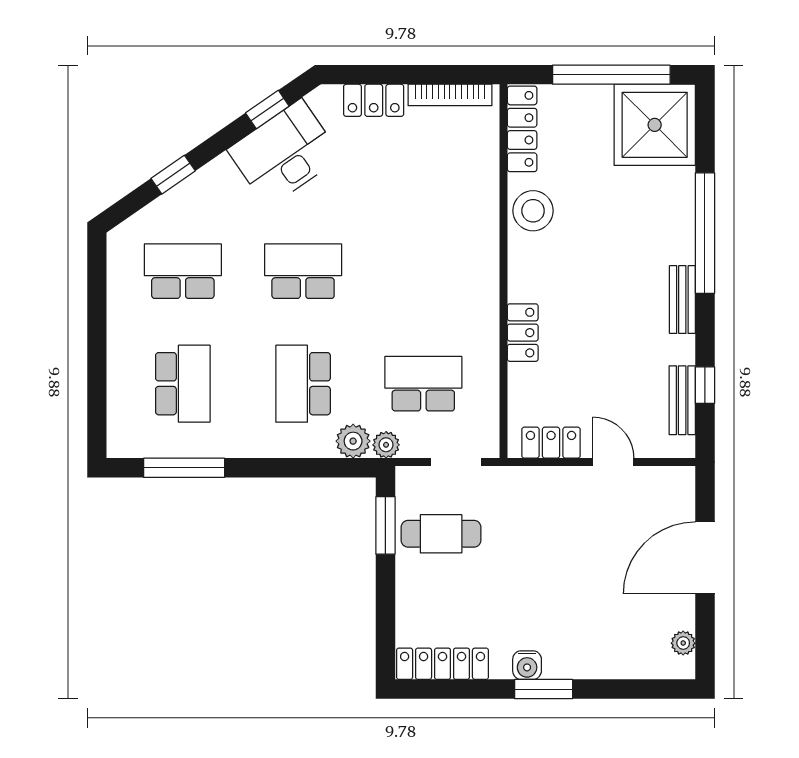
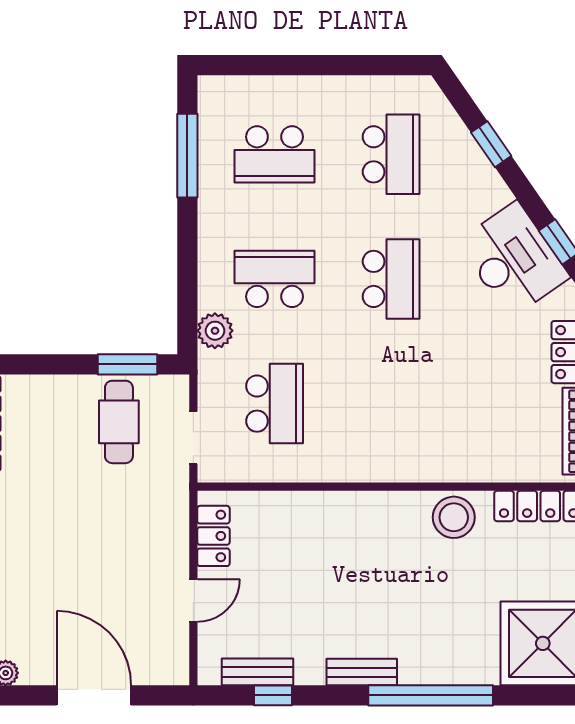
locker: (523, 333) -> (327, 507), removed
plant: (386, 445) -> (211, 365), removed

